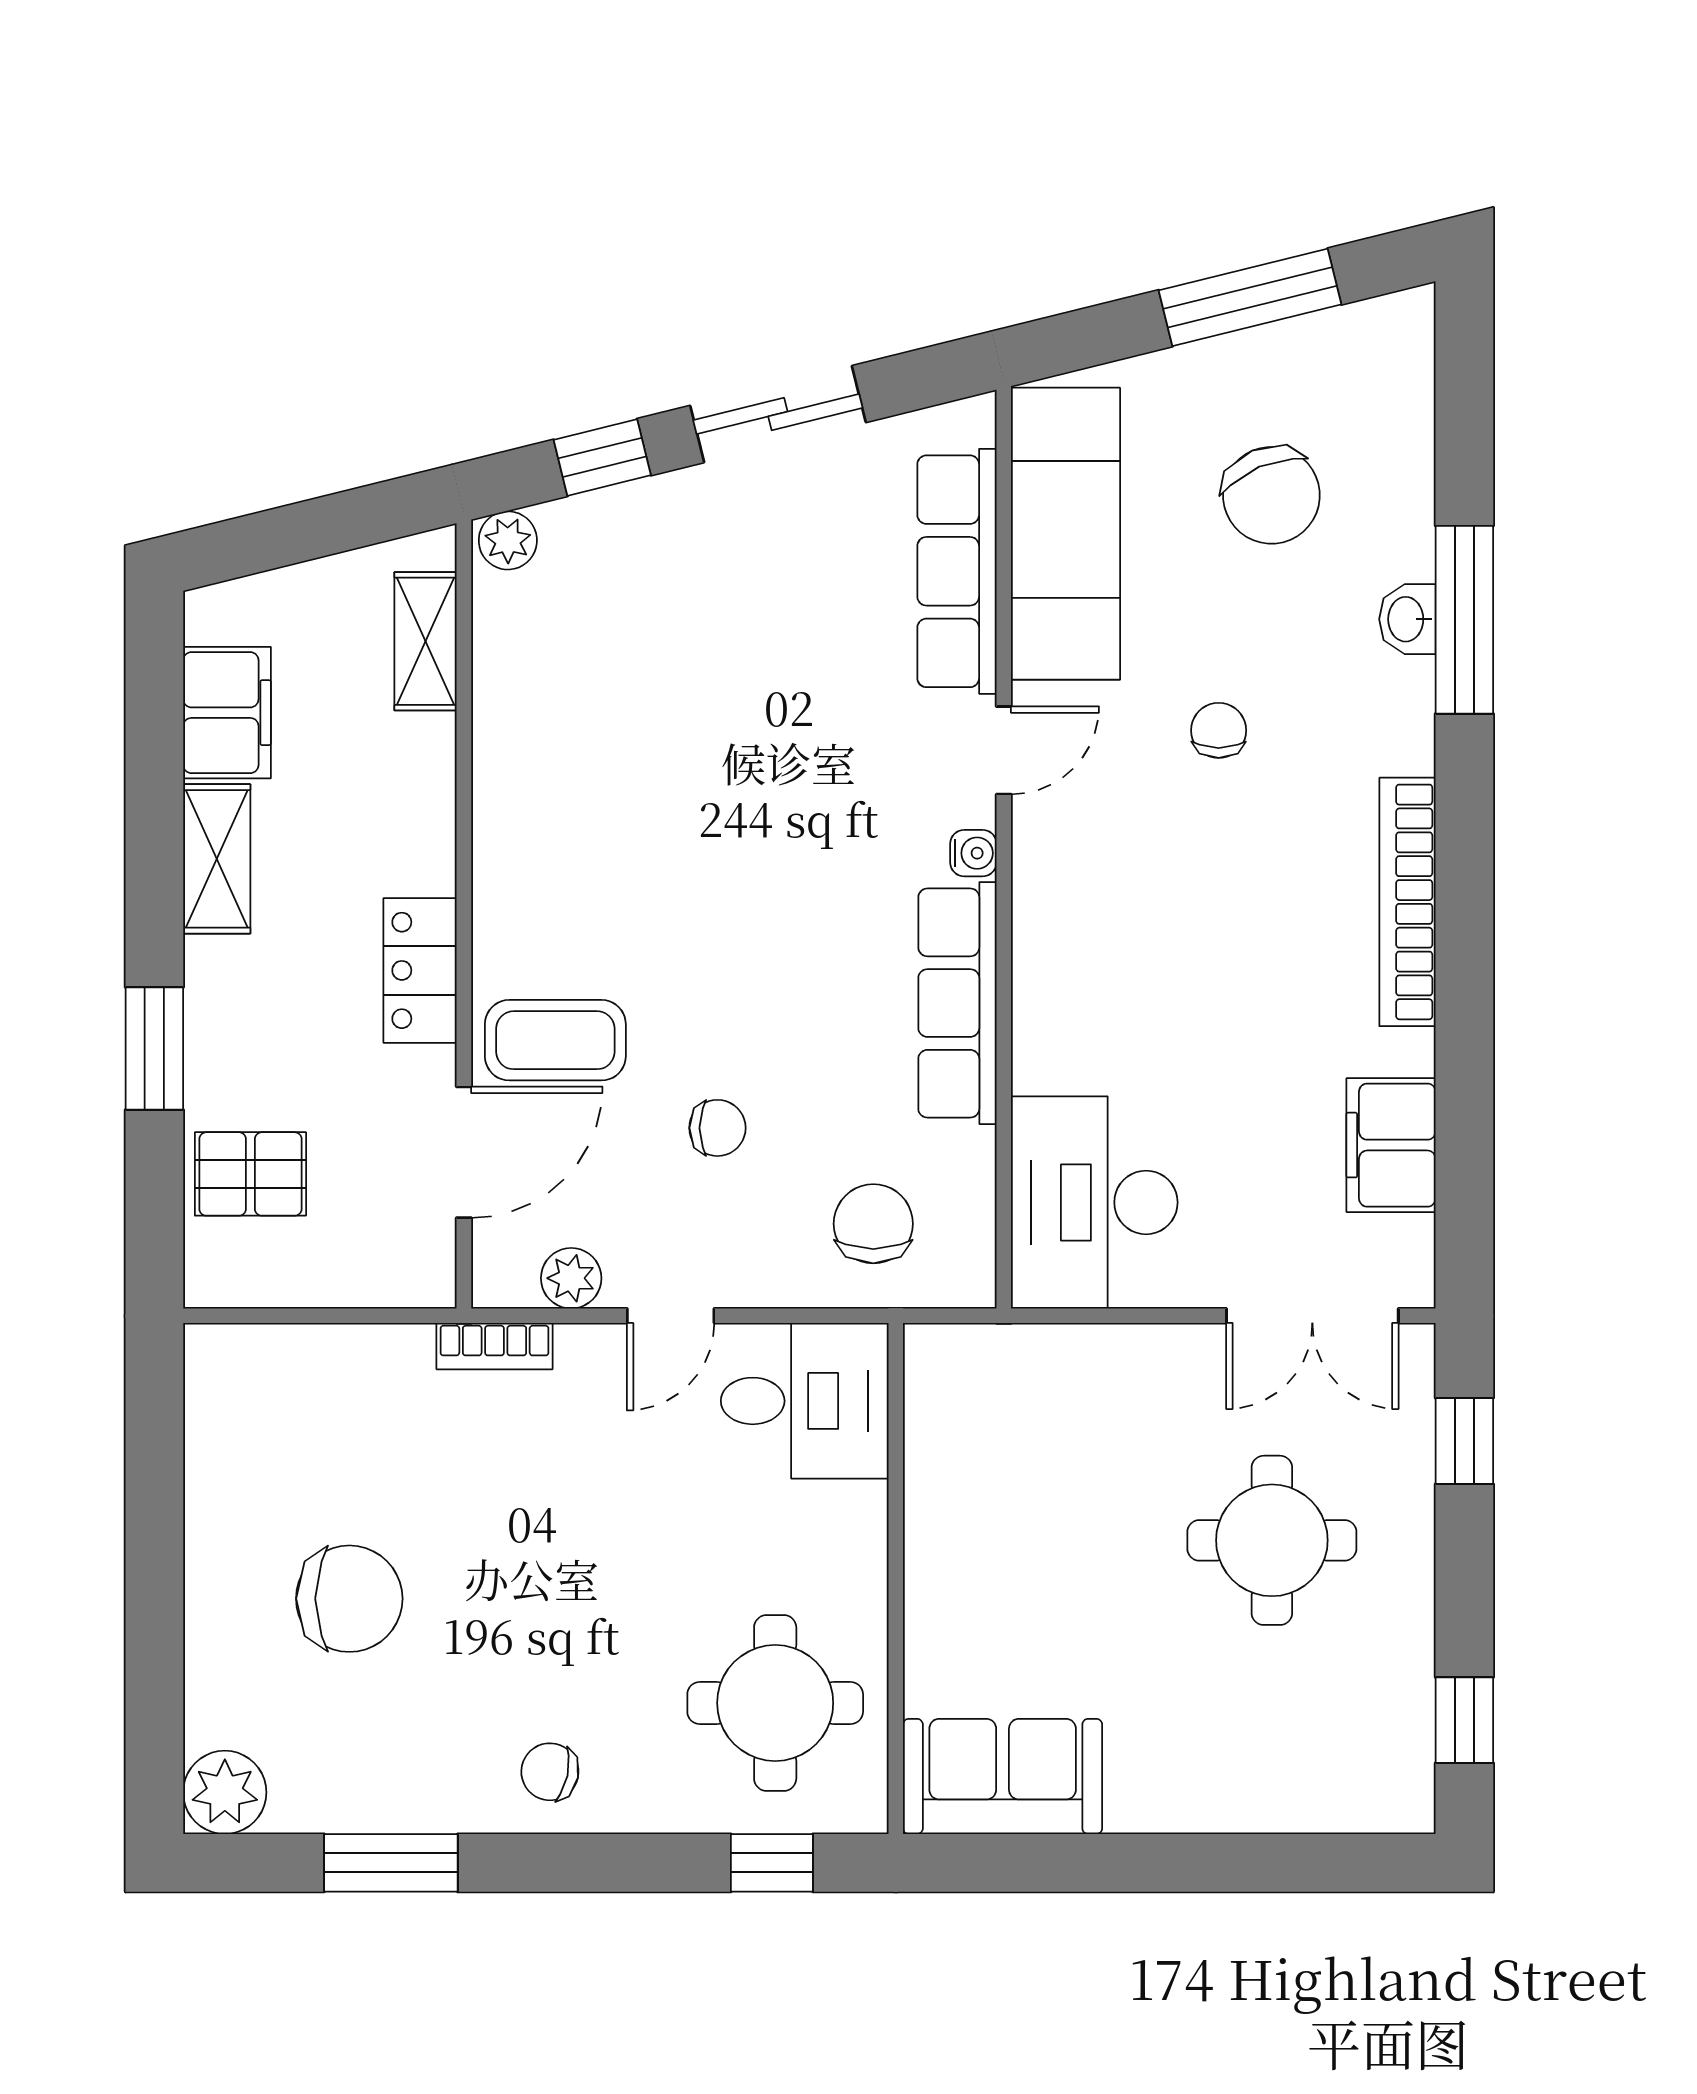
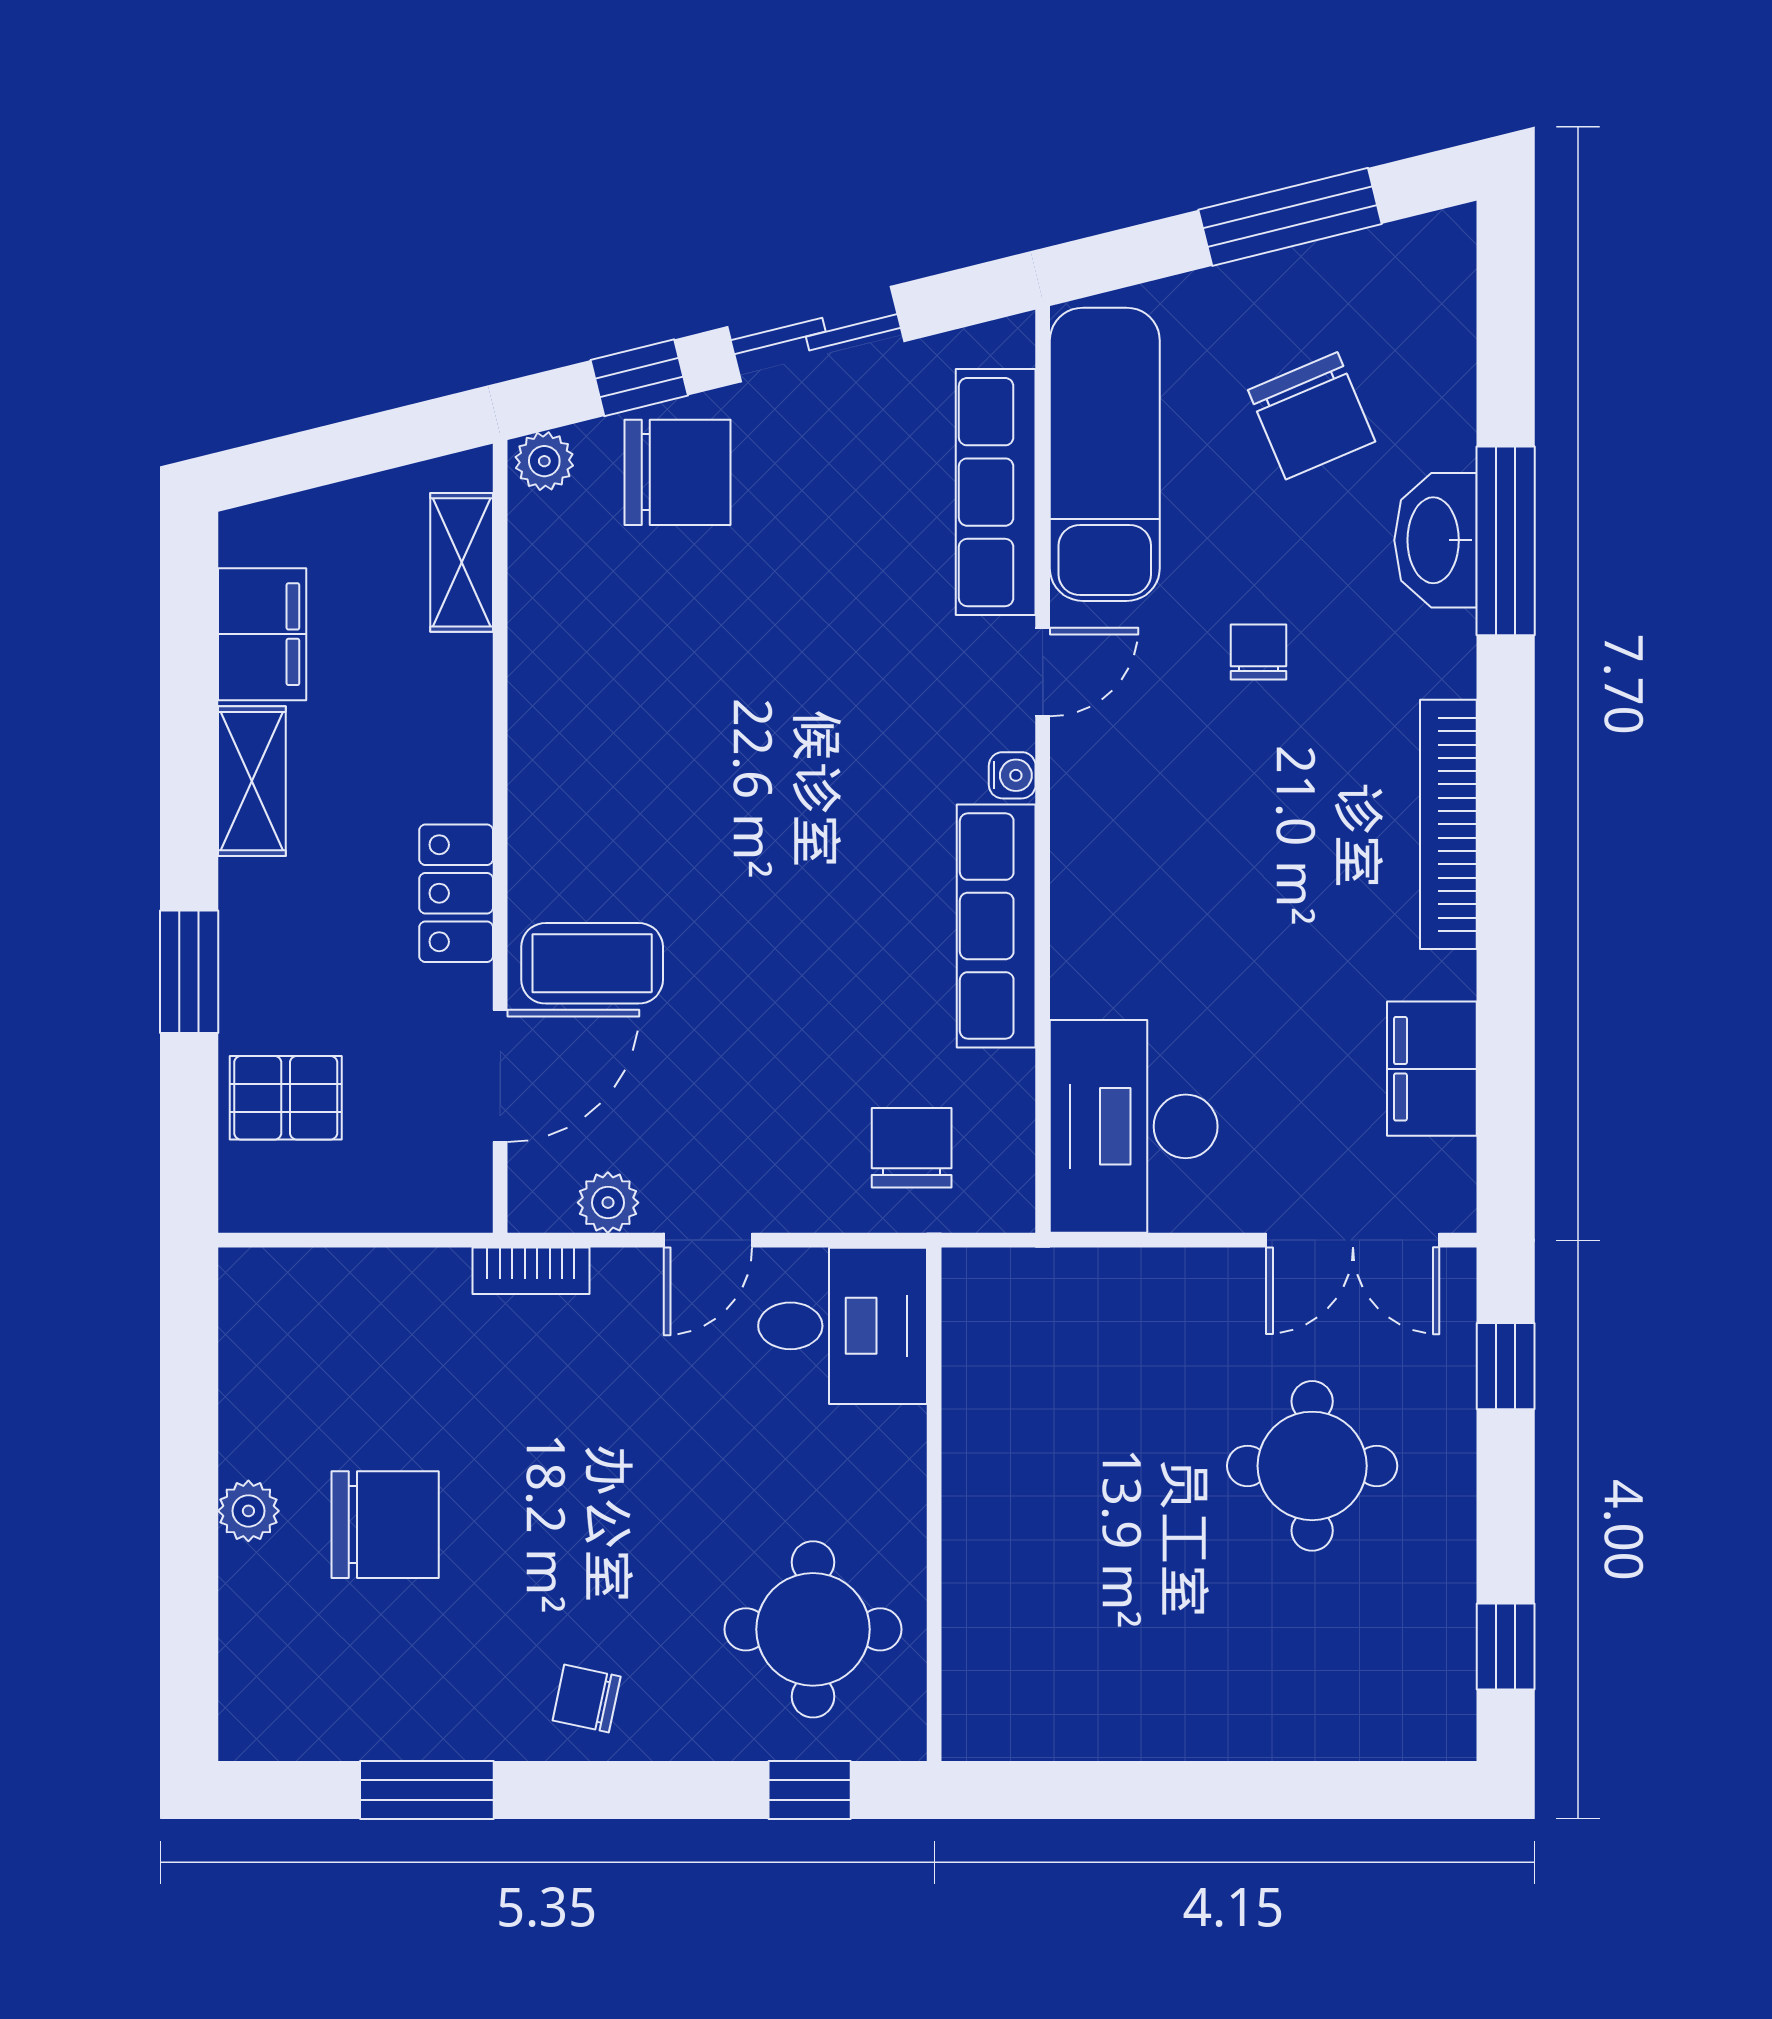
washbasin: (1407, 619) -> (1436, 540), width x1.91, depth x1.45
chair: (717, 1128) -> (677, 472), moved, width x1.87, depth x1.87
sofa: (1003, 1776) -> (1042, 1703), removed
plant: (225, 1792) -> (248, 1511), moved, width x0.73, depth x0.73

